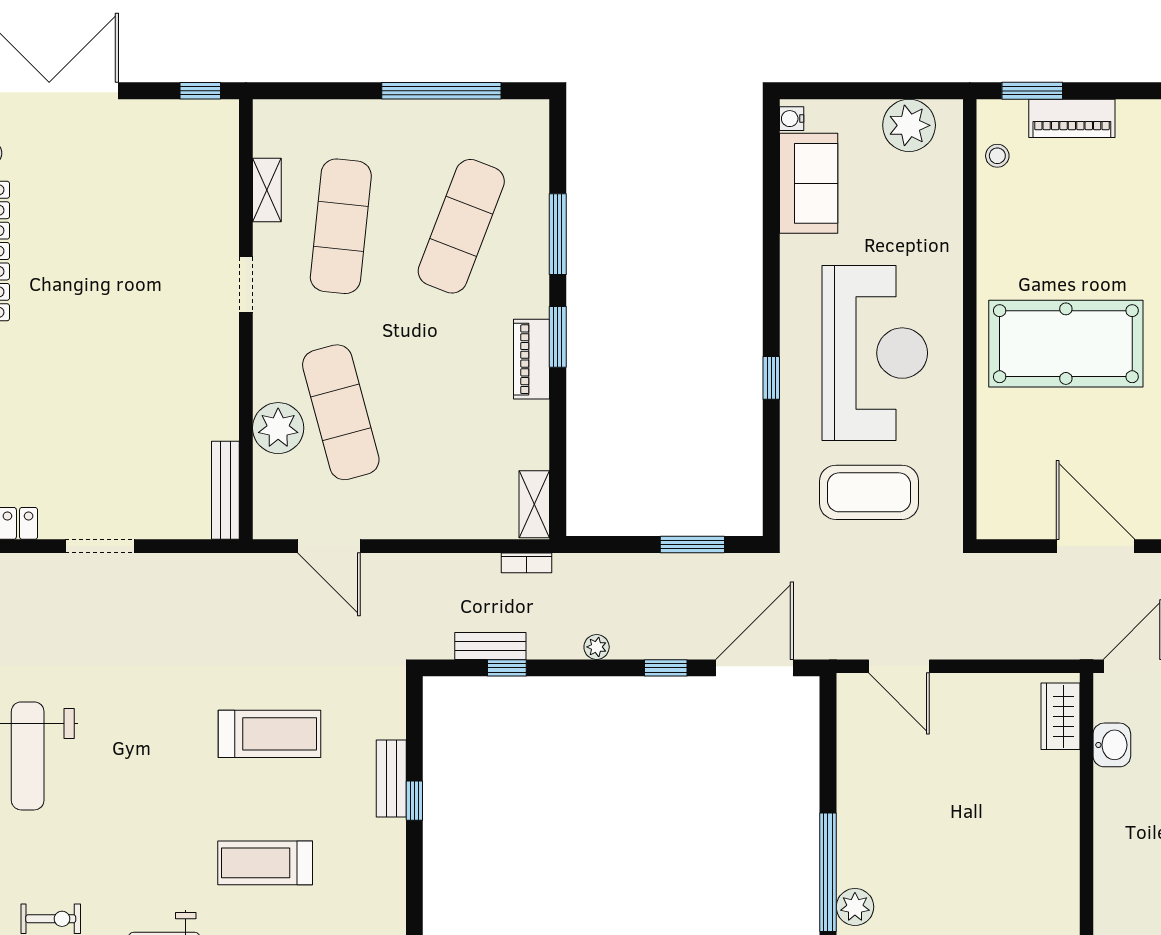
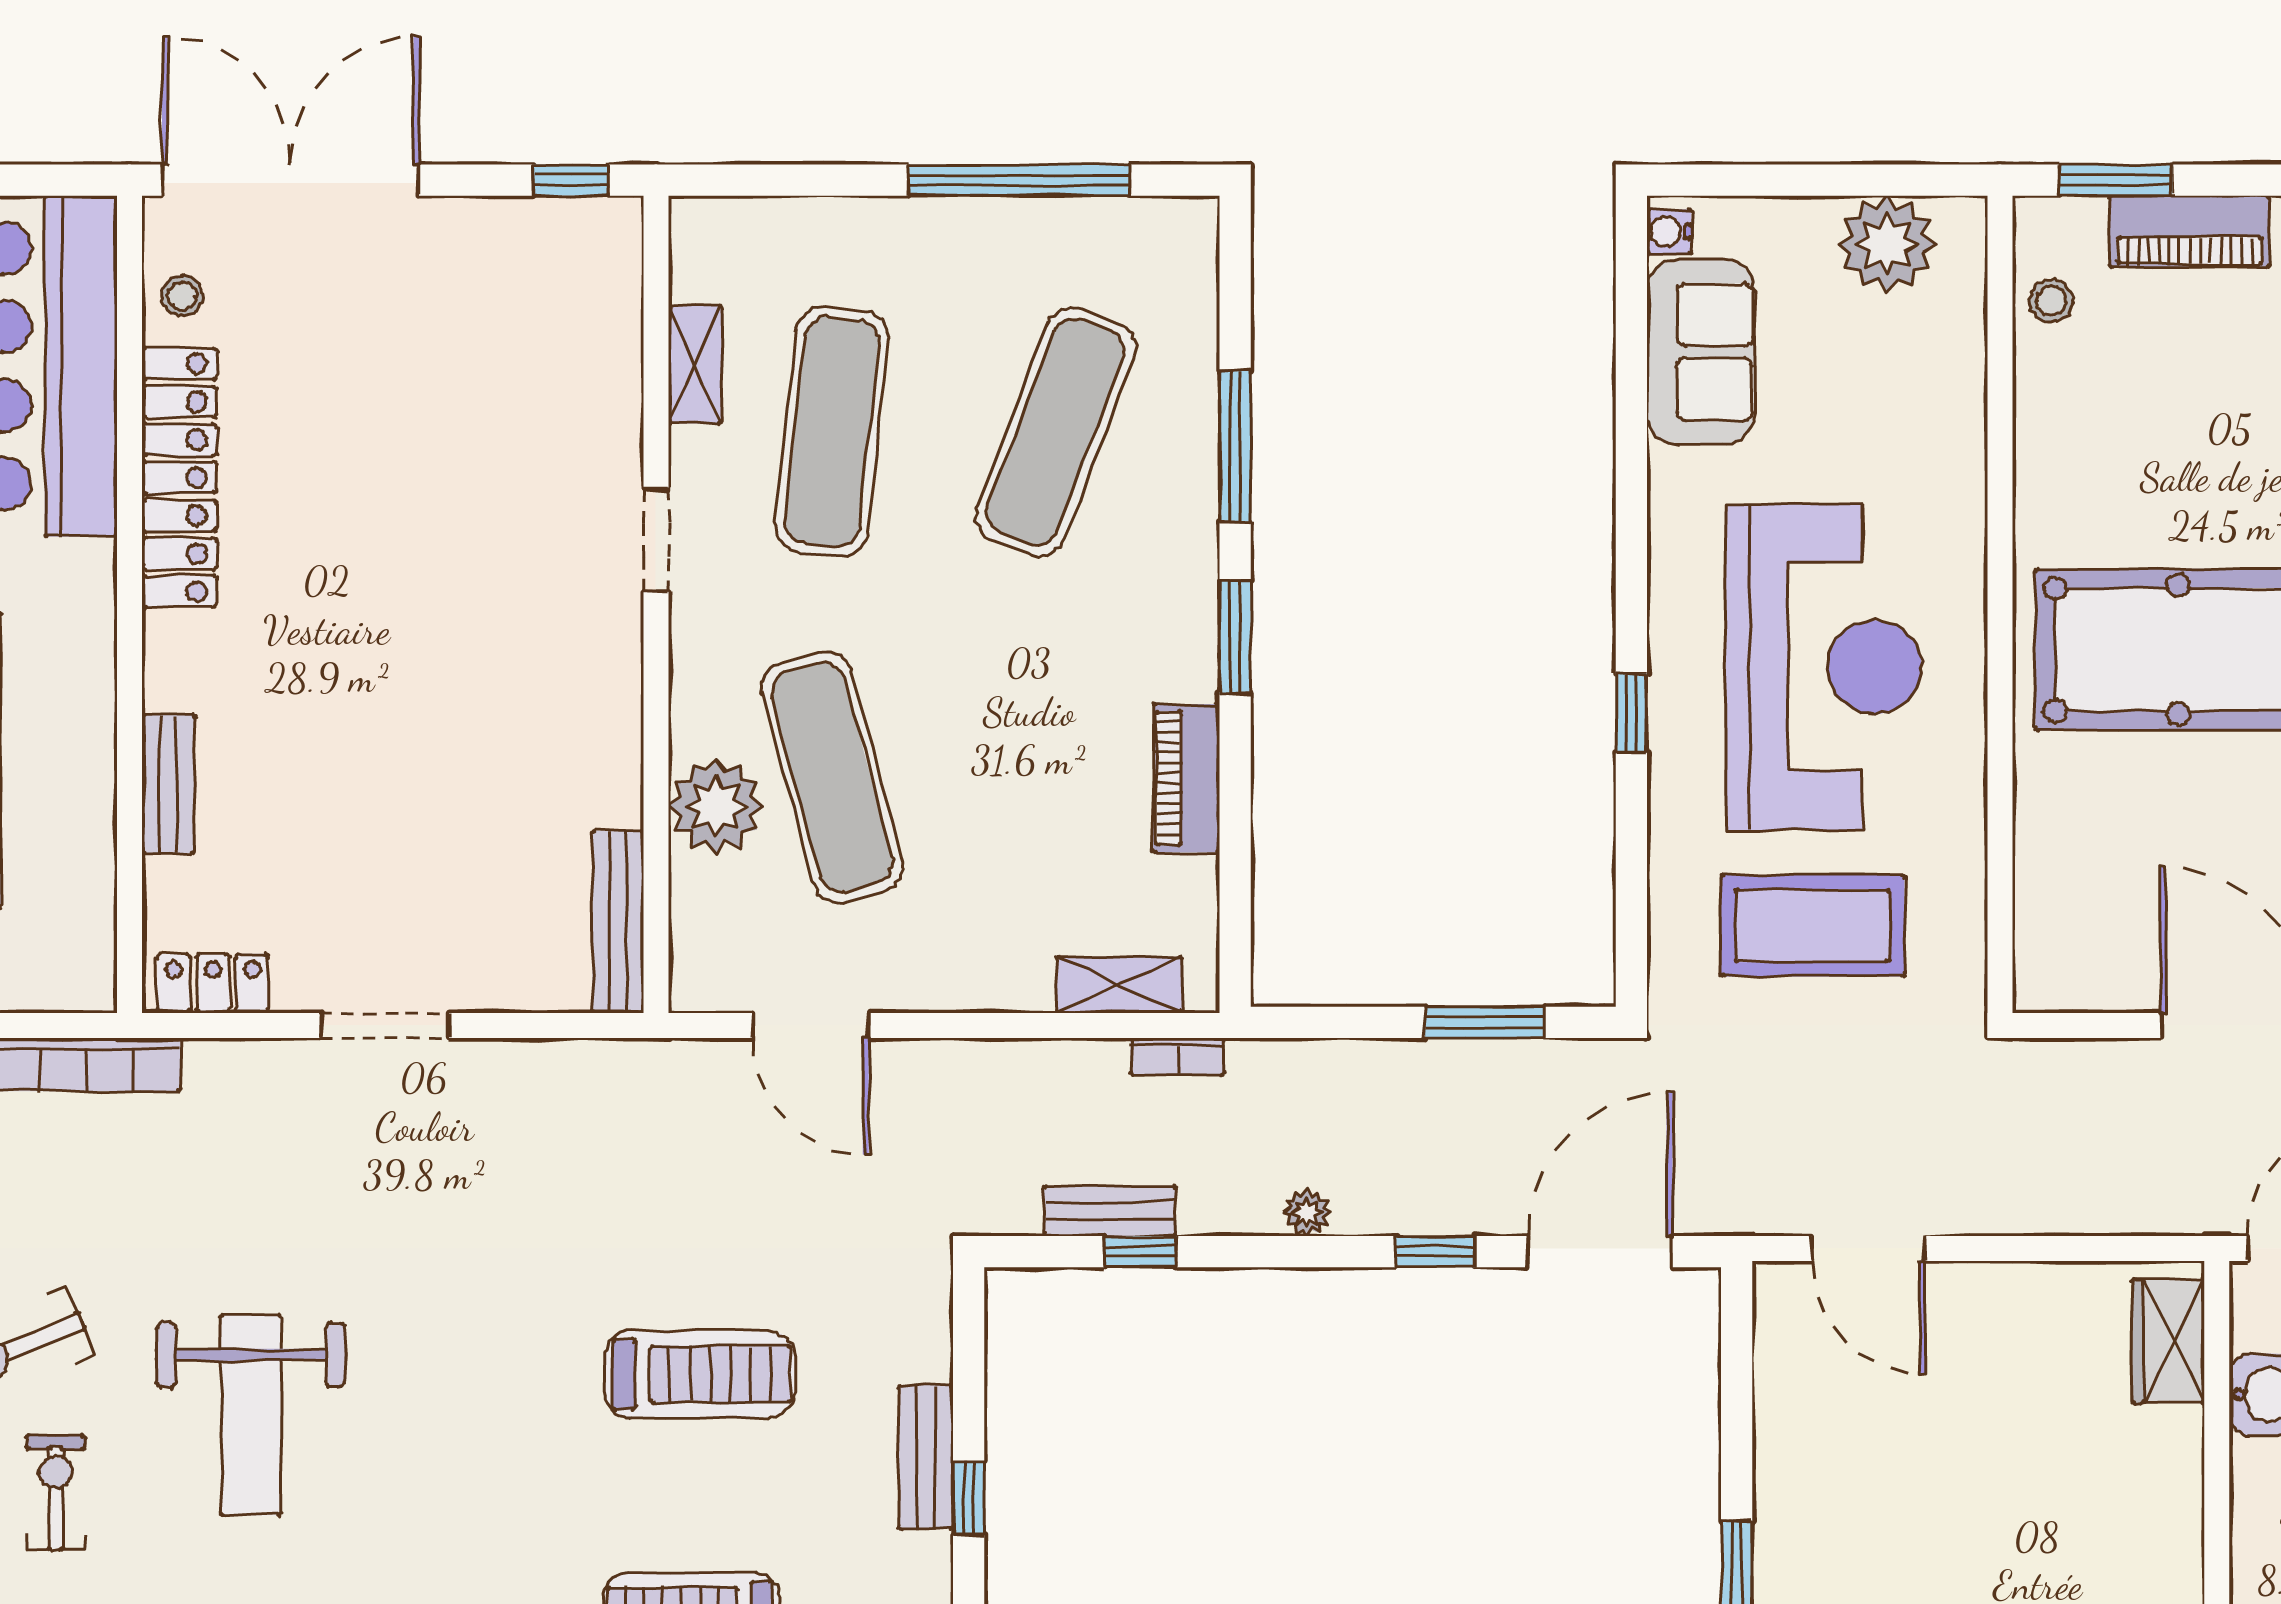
piano: (532, 359) -> (1186, 778), moved
shelving: (534, 504) -> (1119, 985), moved, turned 90

